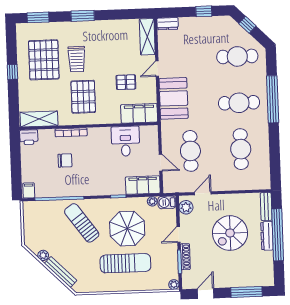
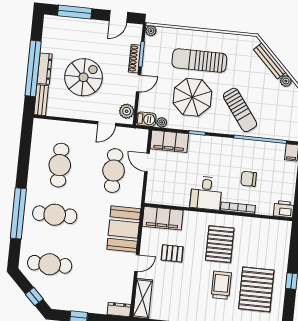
shelving: (39, 119) -> (270, 227), removed
desk: (125, 141) -> (206, 193), moved

